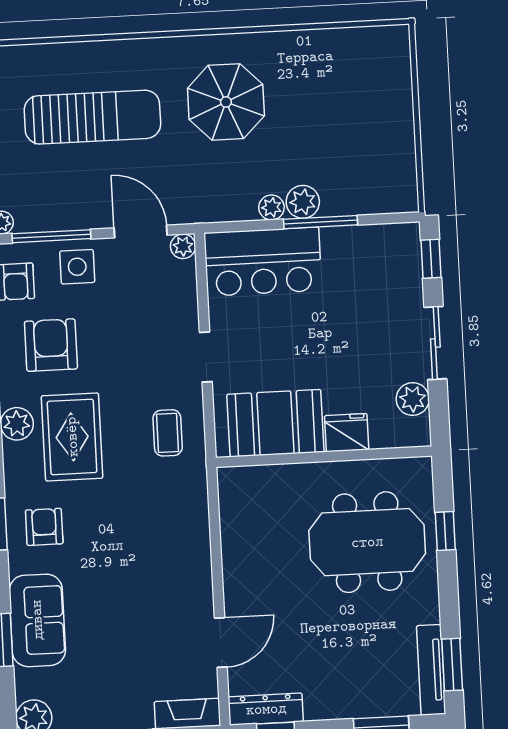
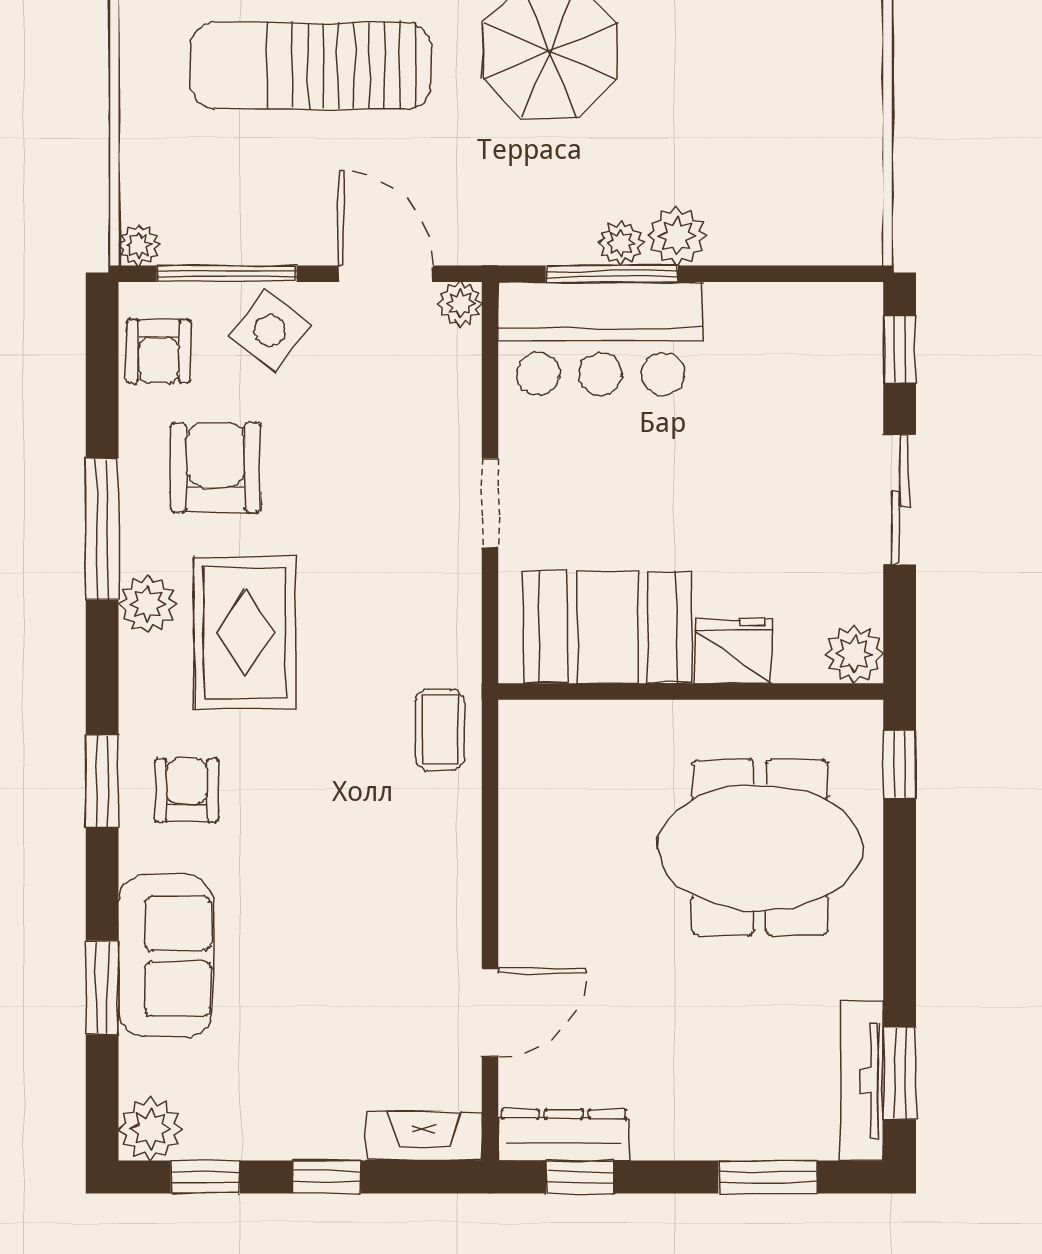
sun lounger: (92, 117) -> (311, 66), turned 180
window: (320, 222) -> (612, 274), moved
side table: (77, 267) -> (270, 330), turned 37
plant: (413, 399) -> (854, 654), moved
coffee table: (168, 433) -> (440, 730), moved
window: (445, 531) -> (900, 764), moved

